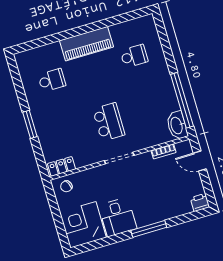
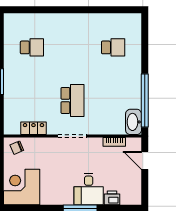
piano: (86, 44) -> (73, 24), removed
locker: (61, 166) -> (33, 128), moved
printer: (200, 202) -> (112, 198), moved
desk: (118, 217) -> (89, 189), moved

